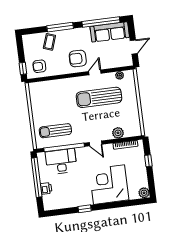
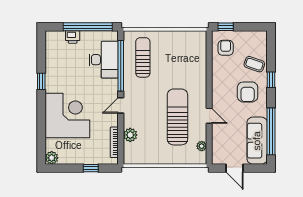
window: (60, 27) -> (271, 80), width x0.46
armchair: (78, 59) -> (248, 92), moved, turned 180

